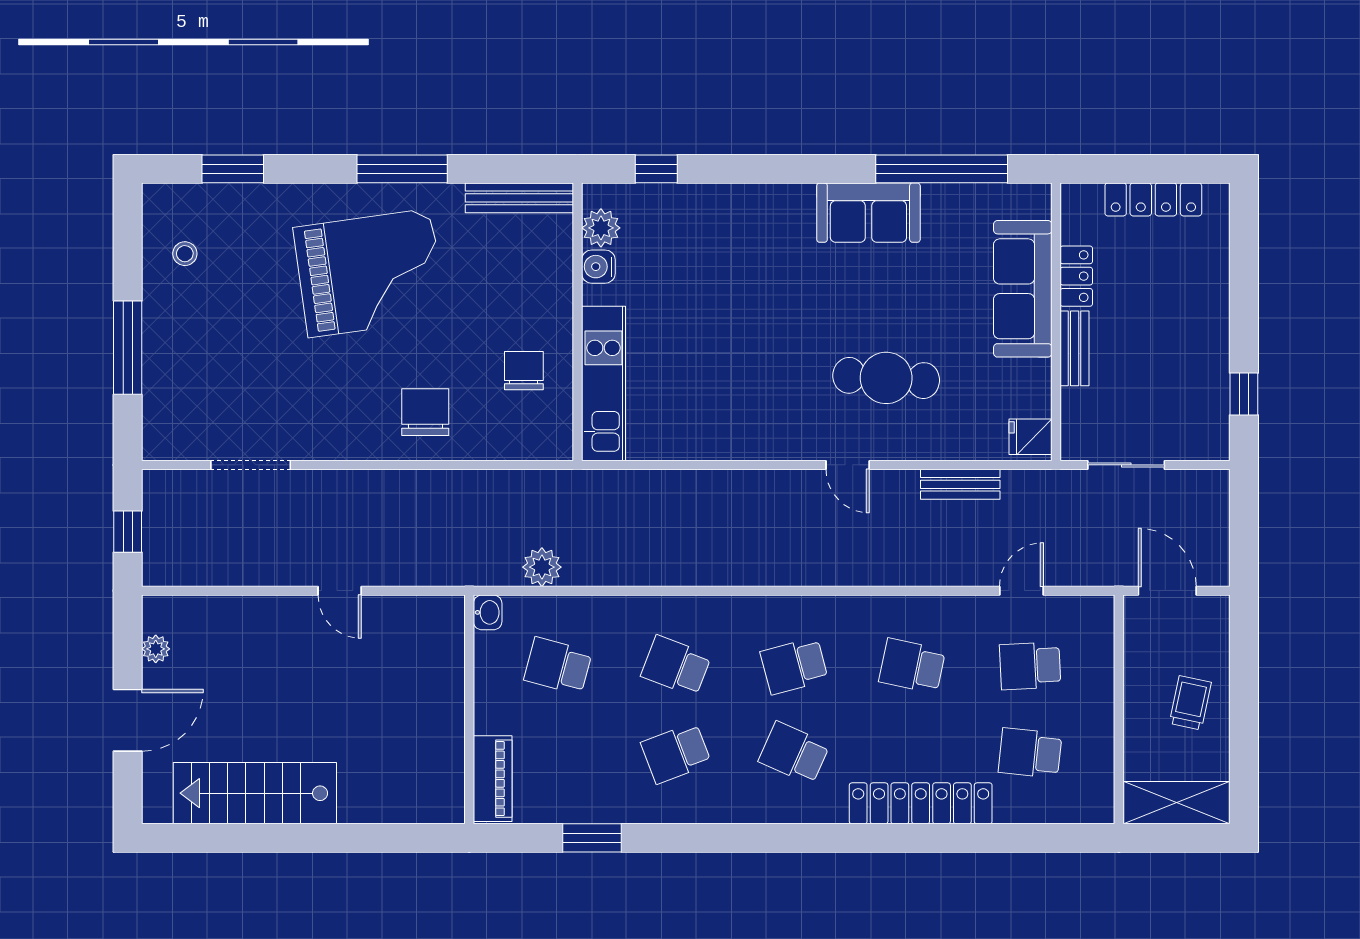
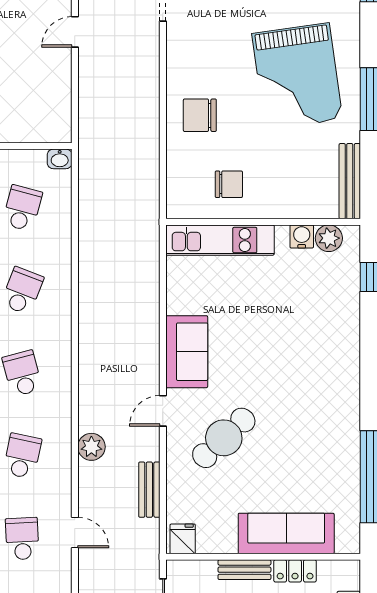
sofa: (868, 213) -> (187, 352), moved, turned 180
cafe table: (886, 378) -> (224, 438), turned 43
chair: (425, 412) -> (200, 115), turned 180
plant: (542, 567) -> (91, 447), moved
door: (340, 591) -> (75, 32), moved

